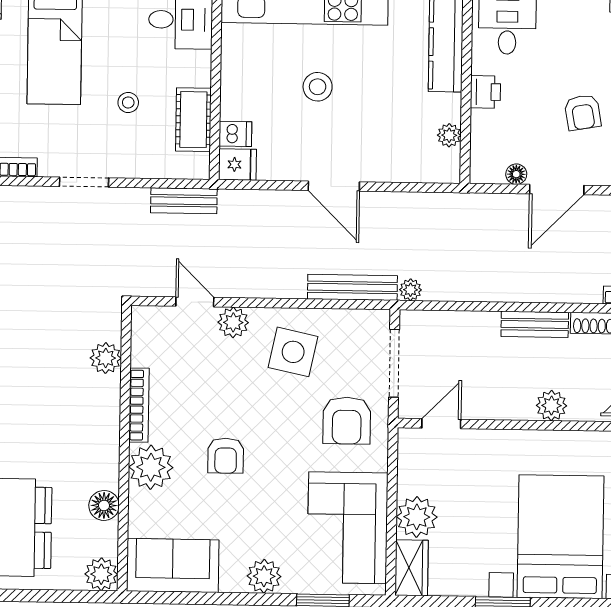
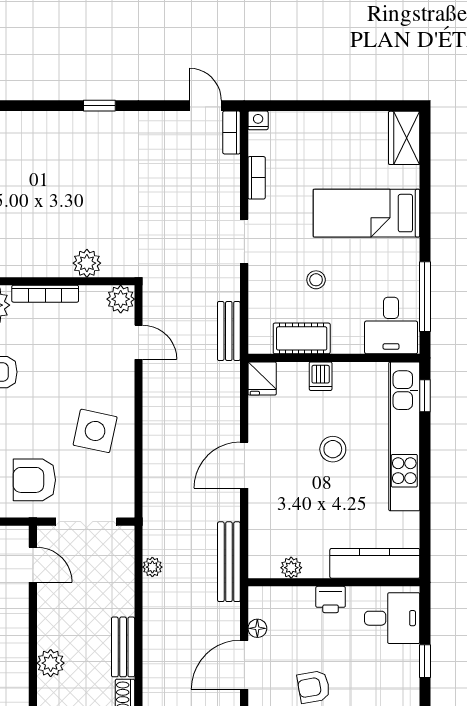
dishwasher: (235, 134) -> (321, 376), moved
door: (557, 190) -> (244, 665), hinge flipped
bench: (352, 287) -> (229, 562), moved
plant: (411, 290) -> (152, 567), moved
door: (195, 302) -> (138, 342), hinge flipped
plant: (233, 322) -> (121, 299), moved

